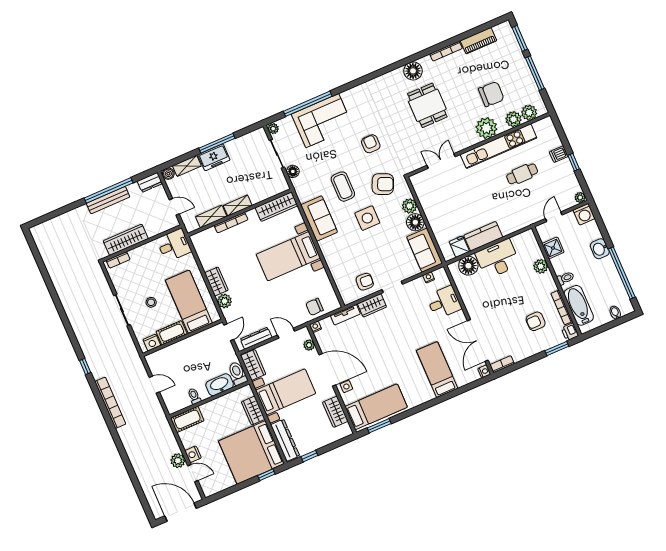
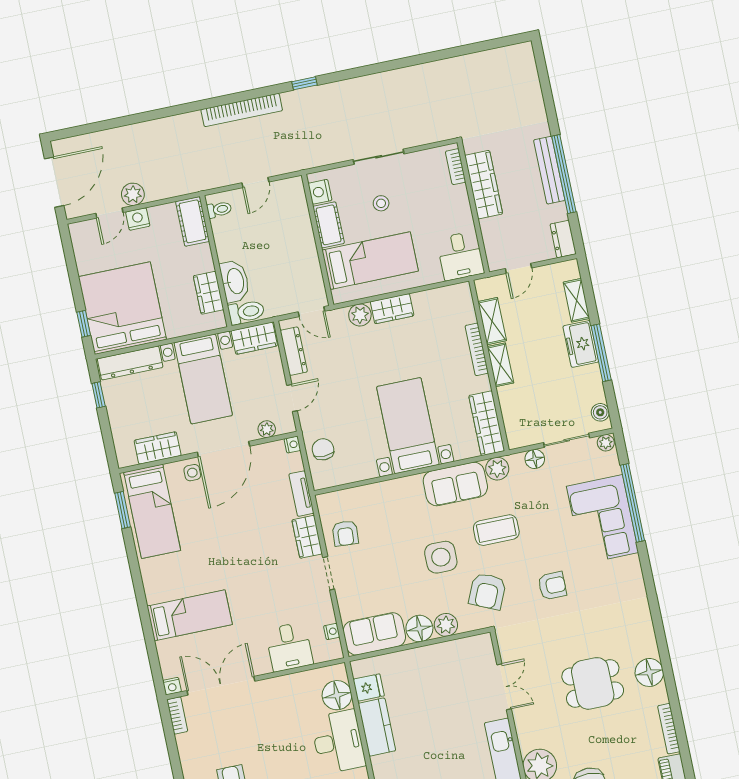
boiler: (168, 174) -> (600, 412), moved
plant: (304, 194) -> (497, 469), added
toilet: (194, 396) -> (219, 210), moved
wardrobe: (253, 411) -> (209, 293), moved, turned -90

